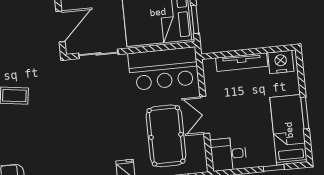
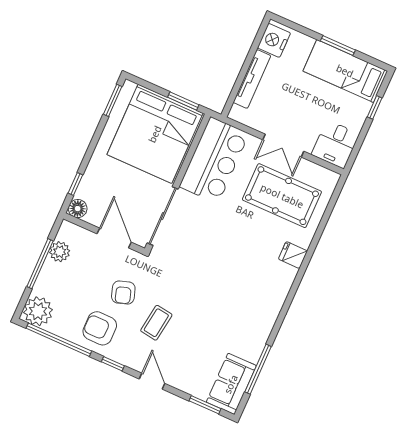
sliding door: (98, 54) -> (163, 216), width x1.37
armchair: (23, 57) -> (123, 293), added

